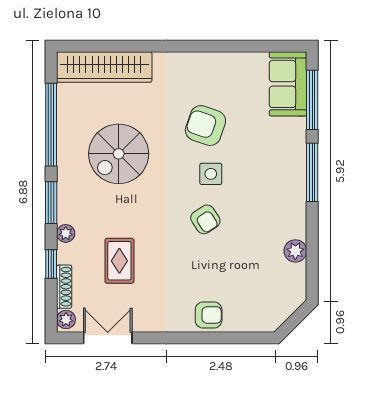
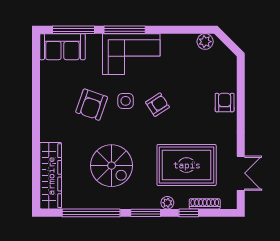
corner sofa: (278, 182) -> (131, 54), added
plant: (295, 251) -> (205, 42), moved
rug: (119, 261) -> (187, 165), width x1.86, depth x2.06
plant: (66, 319) -> (228, 203), removed
double door: (108, 338) -> (241, 173), swing flipped

